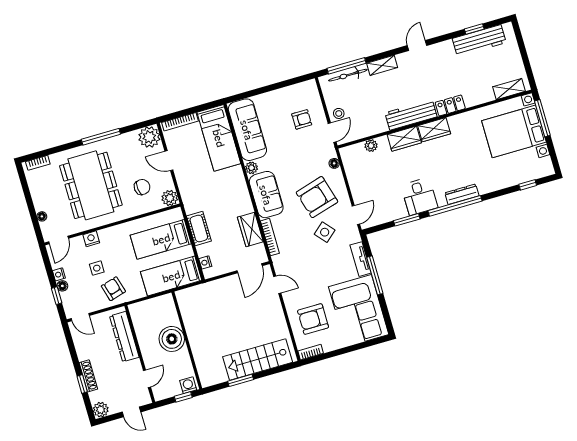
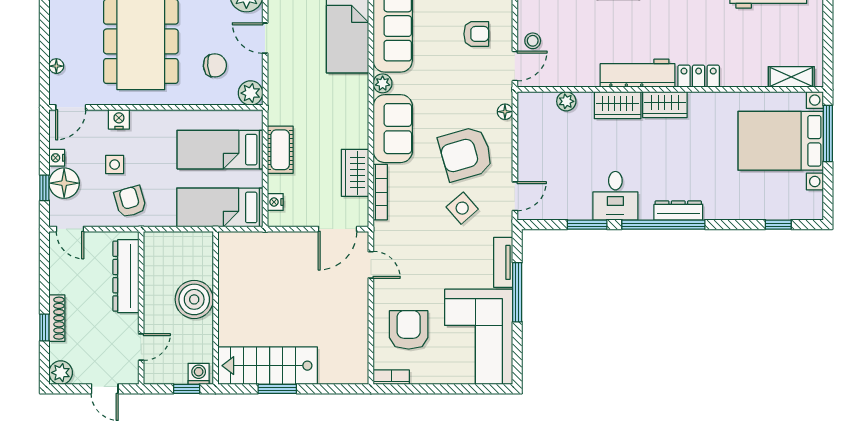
floor lamp: (62, 286) -> (64, 183), width x1.89, depth x1.89
armchair: (313, 319) -> (409, 330), turned 90
stairs: (258, 360) -> (268, 366), moved

